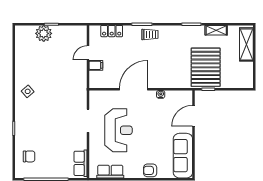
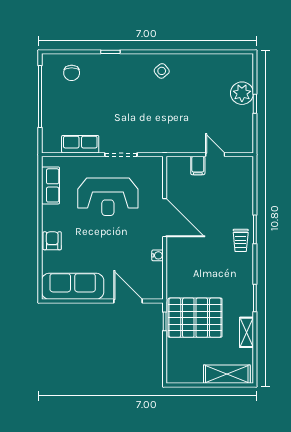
locker: (112, 31) -> (245, 187), removed
row of seats: (80, 163) -> (80, 144), moved

